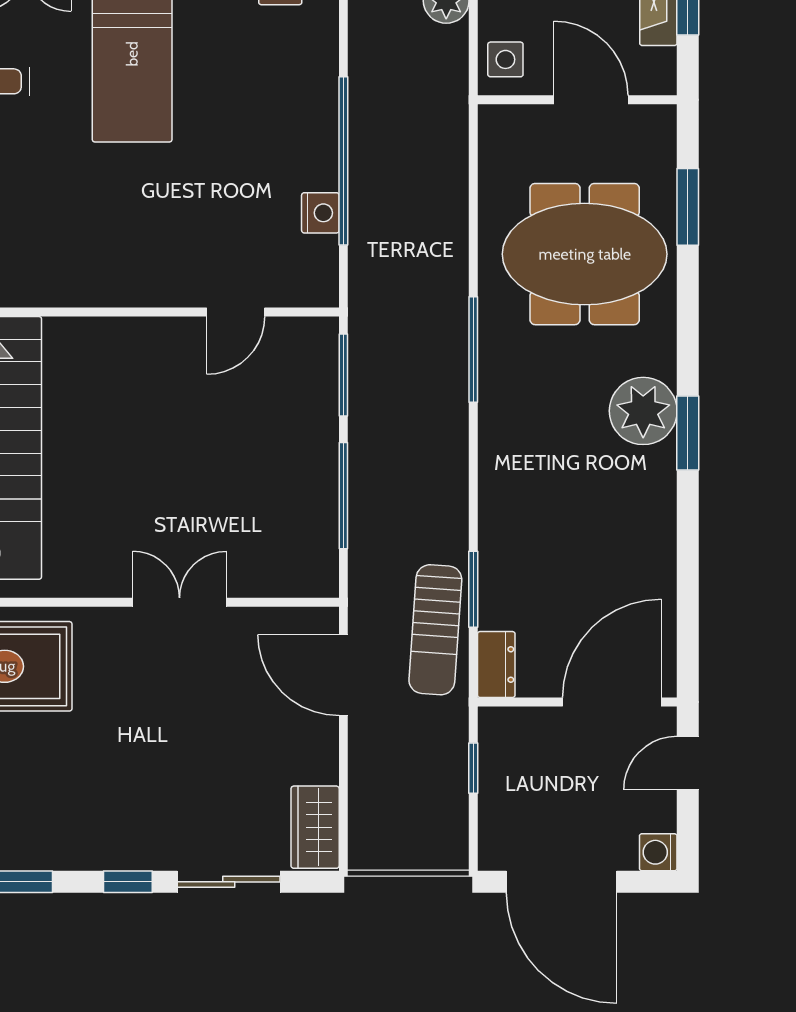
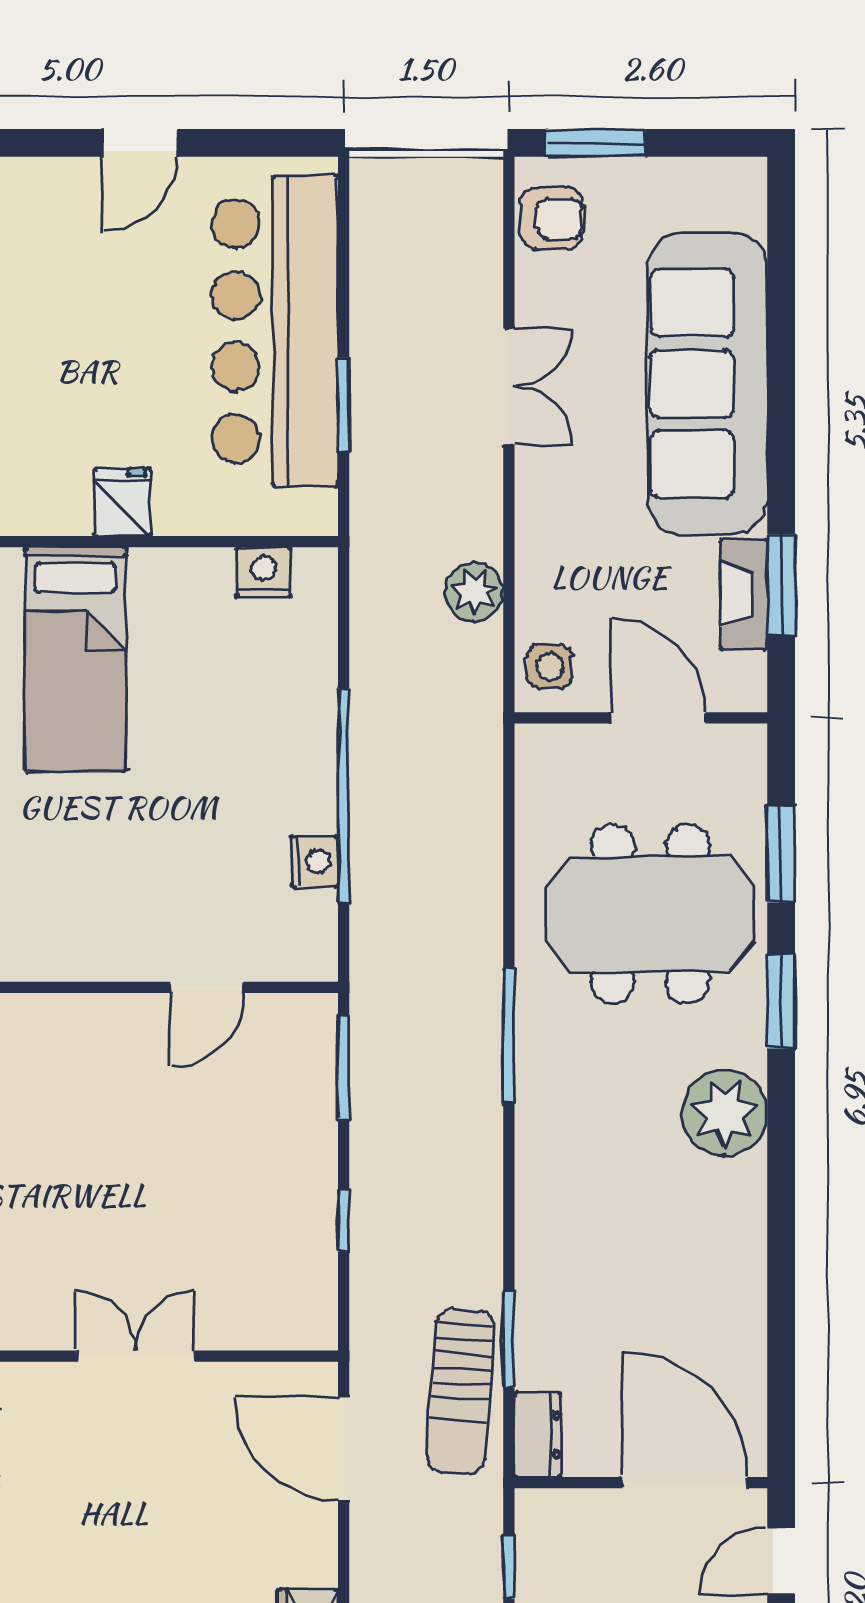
window: (688, 433) -> (781, 1001), moved
window: (343, 496) -> (344, 1221), width x0.46
door: (612, 702) -> (685, 1483), hinge flipped

